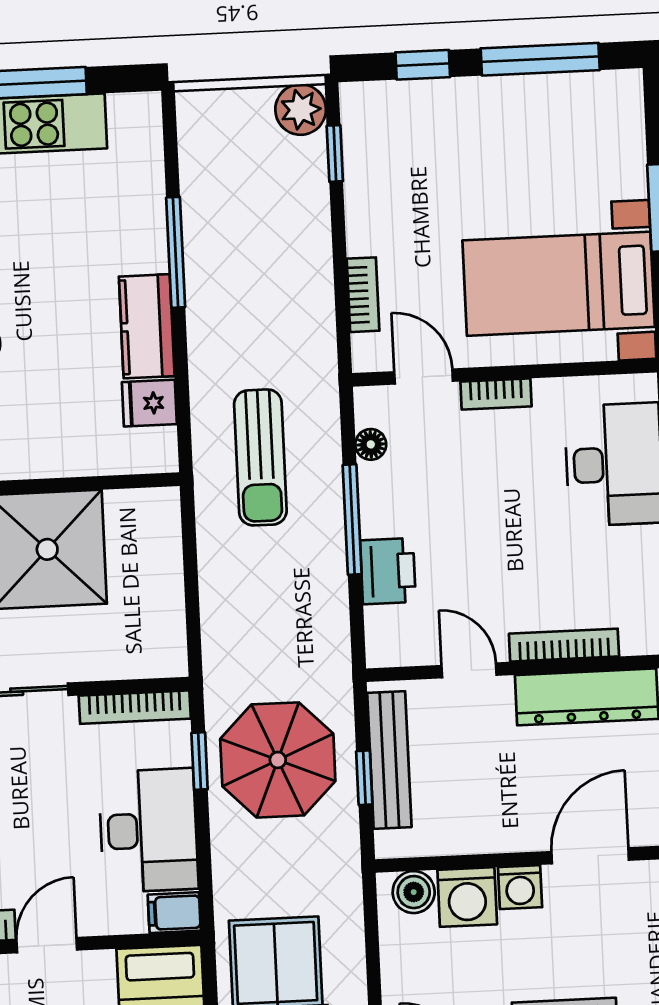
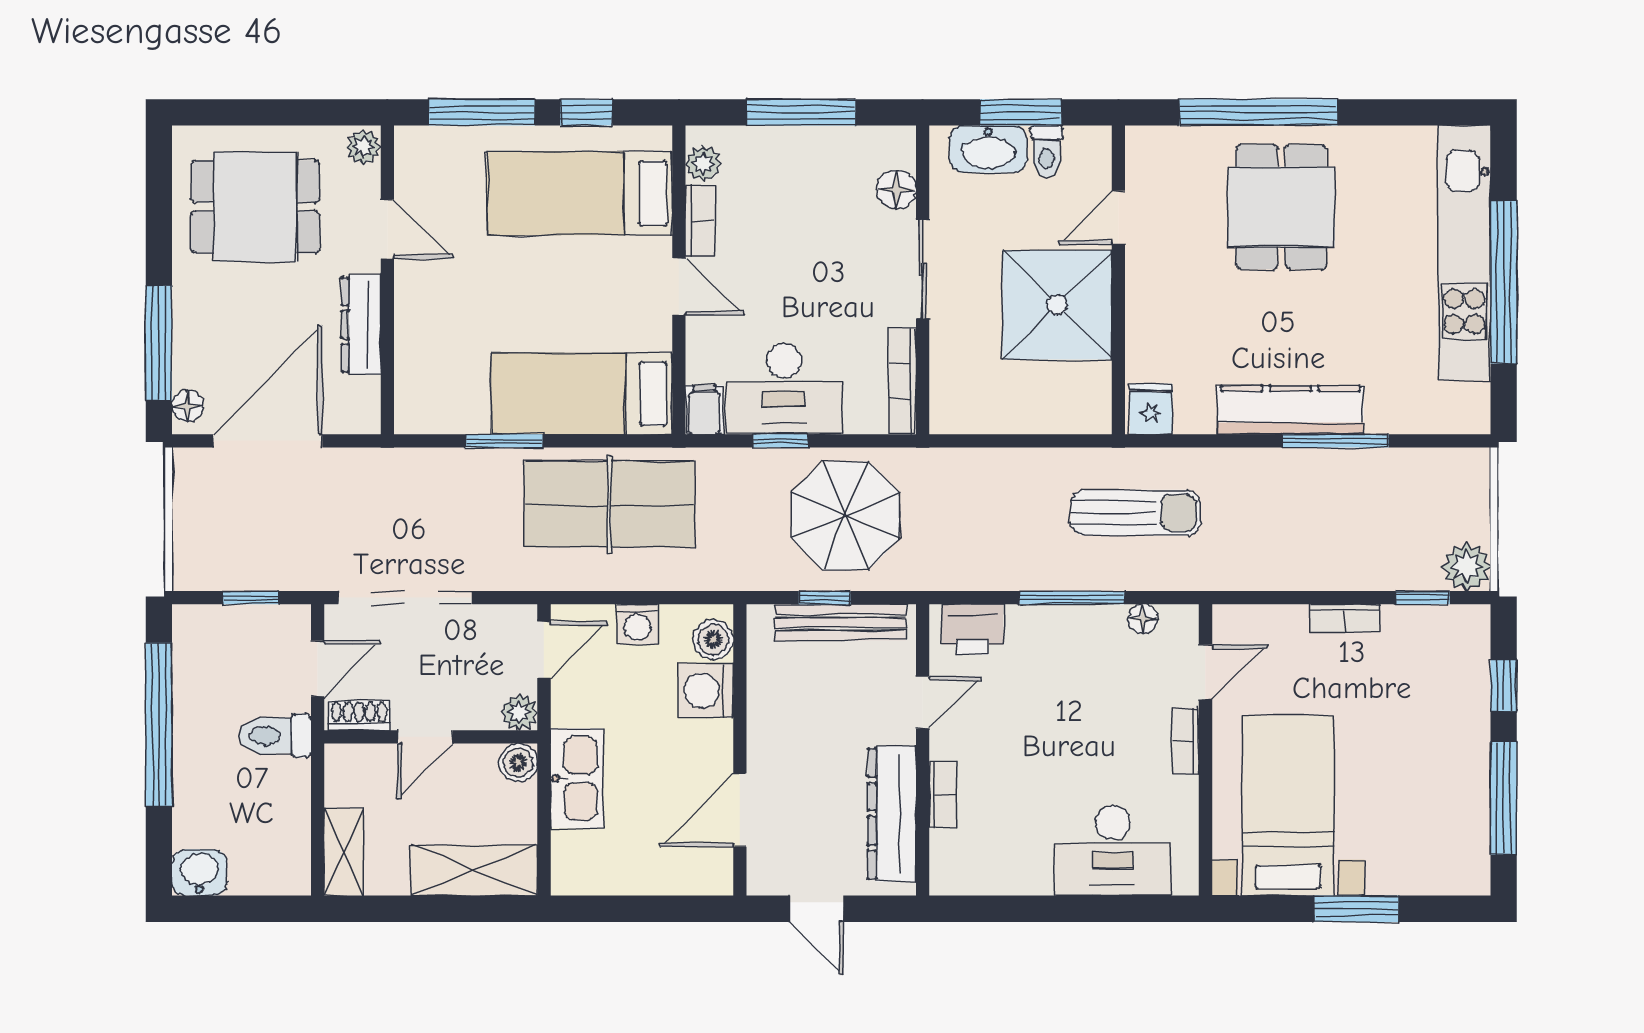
bookcase: (363, 295) -> (1345, 618), moved
kitchen counter: (147, 326) -> (1290, 410), width x1.50
fridge: (149, 403) -> (1151, 409), moved
sun lounger: (260, 457) -> (1136, 513), turned 180
printer: (388, 571) -> (973, 629), moved
bookcase: (564, 645) -> (942, 794), width x0.64
window: (200, 761) -> (781, 441), moved
door: (590, 856) -> (740, 810), swing flipped
washing machine: (520, 887) -> (638, 624), moved, turned -90

